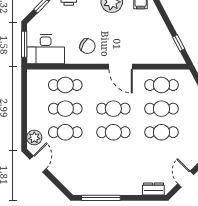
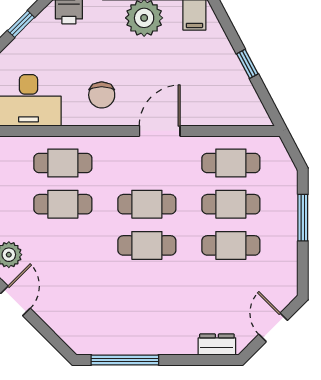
window: (179, 43) -> (247, 64), moved
chair: (87, 46) -> (102, 95), turned 60
door: (121, 67) -> (160, 131), swing flipped
cafe table: (65, 132) -> (63, 245), removed

